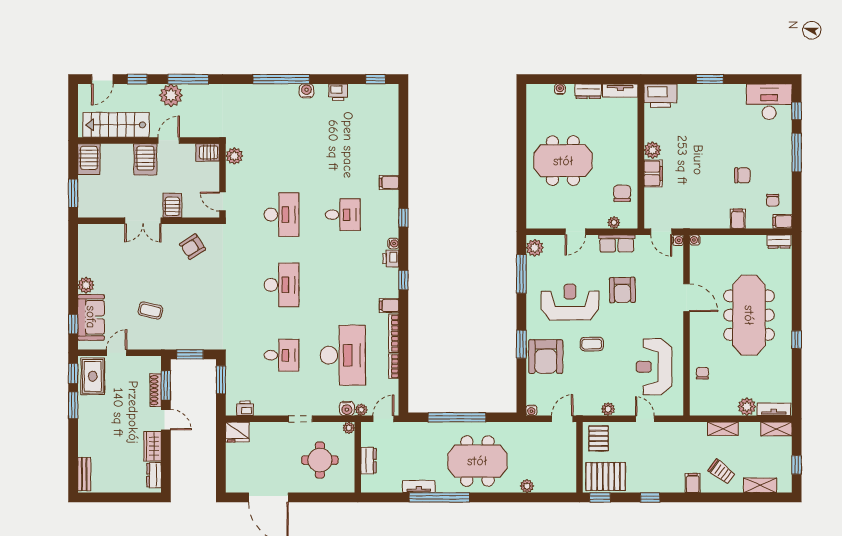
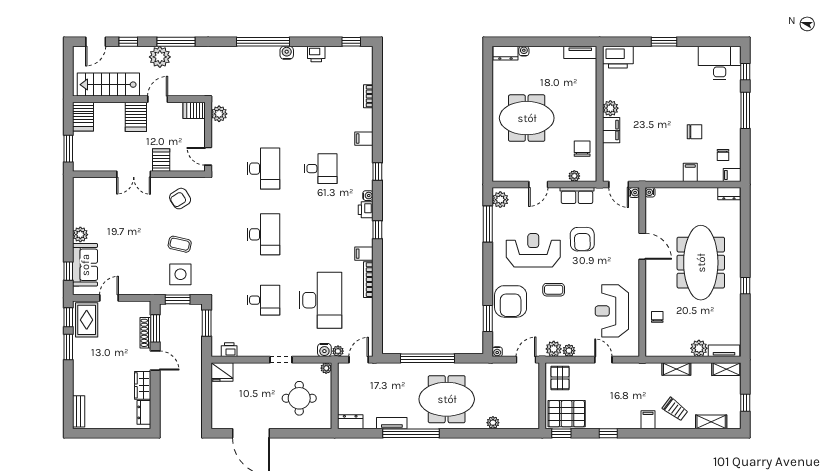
dresser: (588, 91) -> (505, 53), moved
coffee table: (150, 310) -> (180, 244), moved
side table: (193, 328) -> (180, 274), added
window: (521, 344) -> (488, 318), moved
bookcase: (394, 366) -> (368, 96), moved
plant: (592, 407) -> (554, 349), added
dresser: (368, 461) -> (350, 422), moved, turned -90

